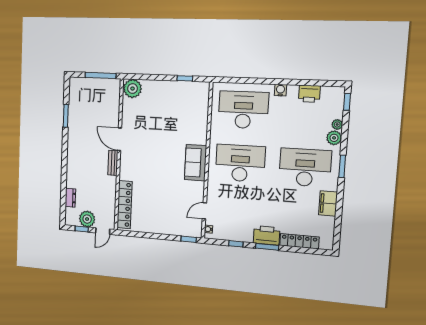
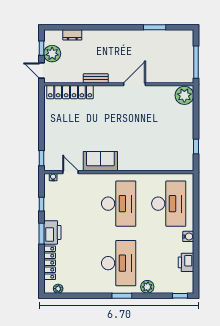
plant: (337, 124) -> (58, 289), moved
bench: (113, 163) -> (96, 78), moved
sofa: (196, 163) -> (100, 161), moved
filing cabinet: (328, 203) -> (87, 286), removed

